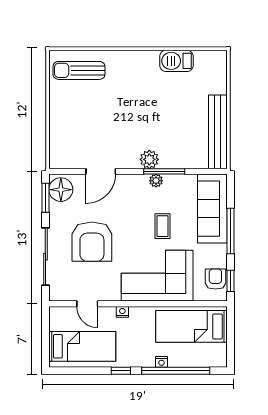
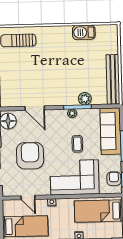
plant: (149, 159) -> (85, 99), moved
door: (101, 171) -> (35, 108), hinge flipped
armchair: (92, 242) -> (30, 156), turned 180

